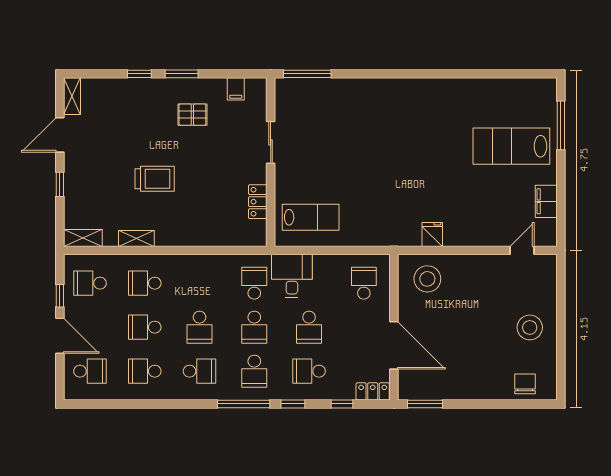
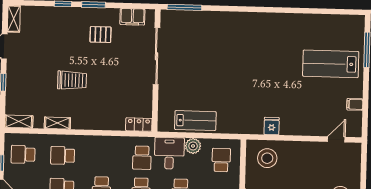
filing cabinet: (236, 89) -> (132, 17), width x2.00
sliding door: (271, 142) -> (157, 56), width x1.86
filing cabinet: (546, 201) -> (355, 104), width x0.50
locker: (258, 202) -> (139, 125), moved, turned 90
lab bench: (311, 217) -> (195, 121), moved
plant: (324, 265) -> (193, 146), added
school desk: (254, 283) -> (142, 158), turned 180

